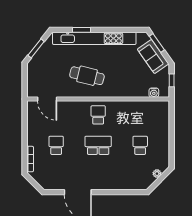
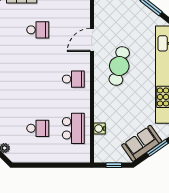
water cooler: (154, 93) -> (99, 128), moved
door: (47, 99) -> (92, 40), moved
school desk: (98, 145) -> (73, 128), moved

